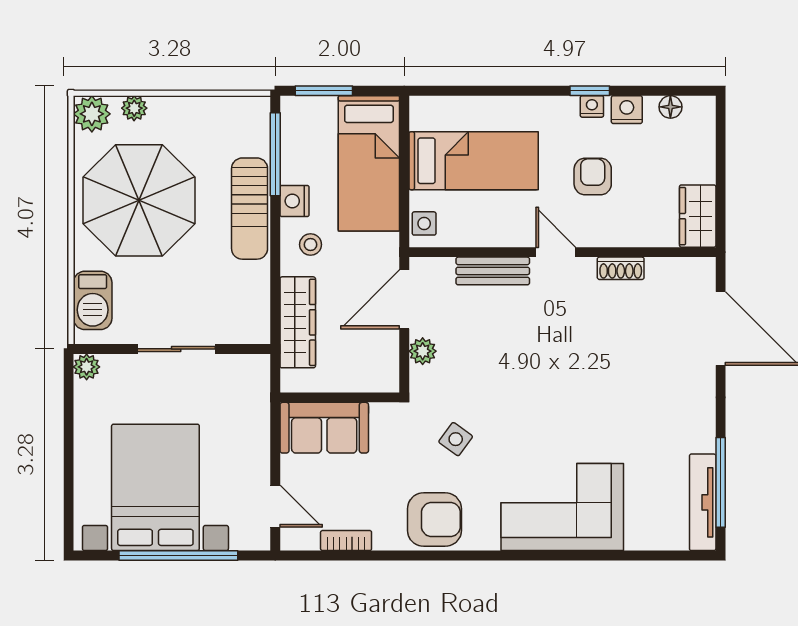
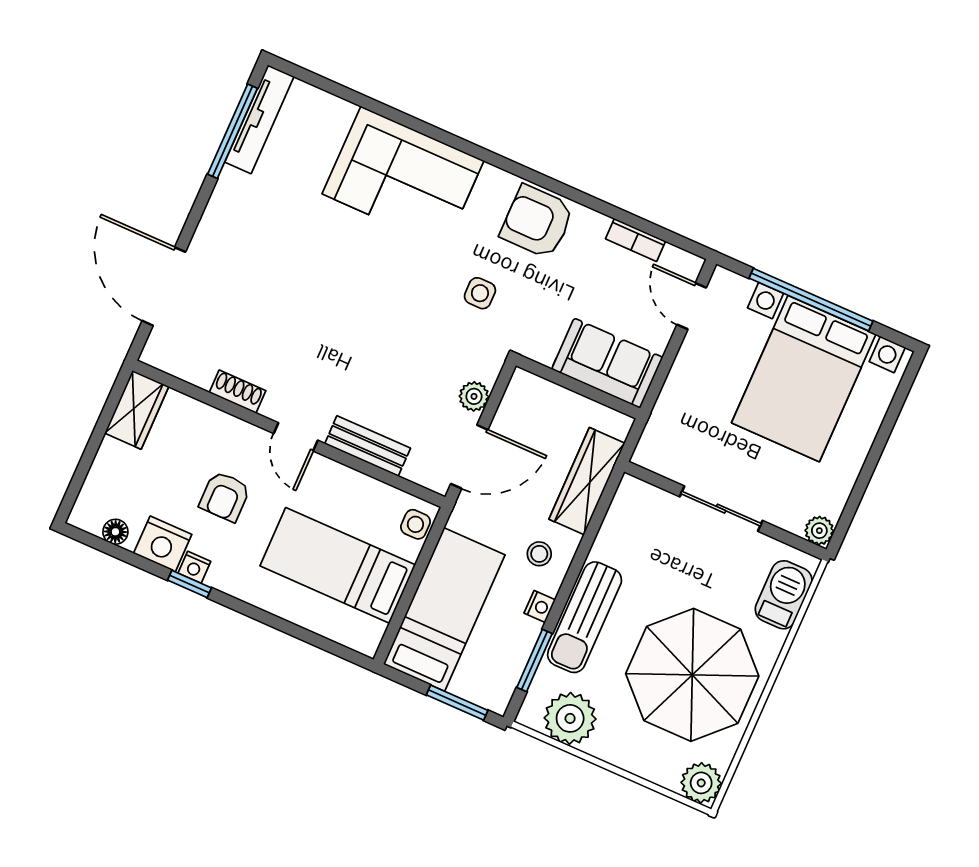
plant: (134, 108) -> (570, 718), moved, width x1.88, depth x1.88
nightstand: (627, 110) -> (163, 544), width x1.36, depth x1.33
window: (275, 154) -> (535, 660), width x0.69
nightstand: (294, 201) -> (540, 607), width x0.72, depth x0.74
sun lounger: (250, 209) -> (585, 617), turned 180
side table: (456, 439) -> (480, 293), turned -36

